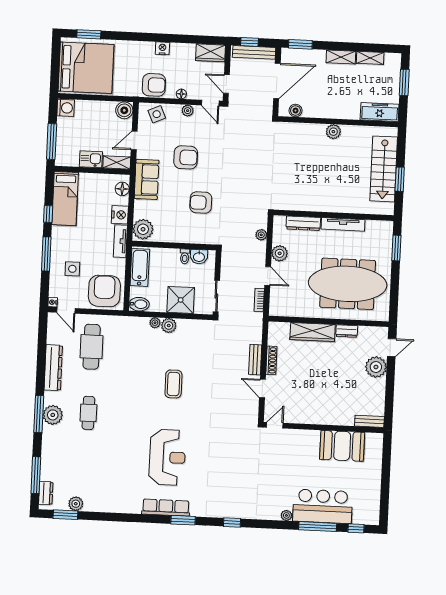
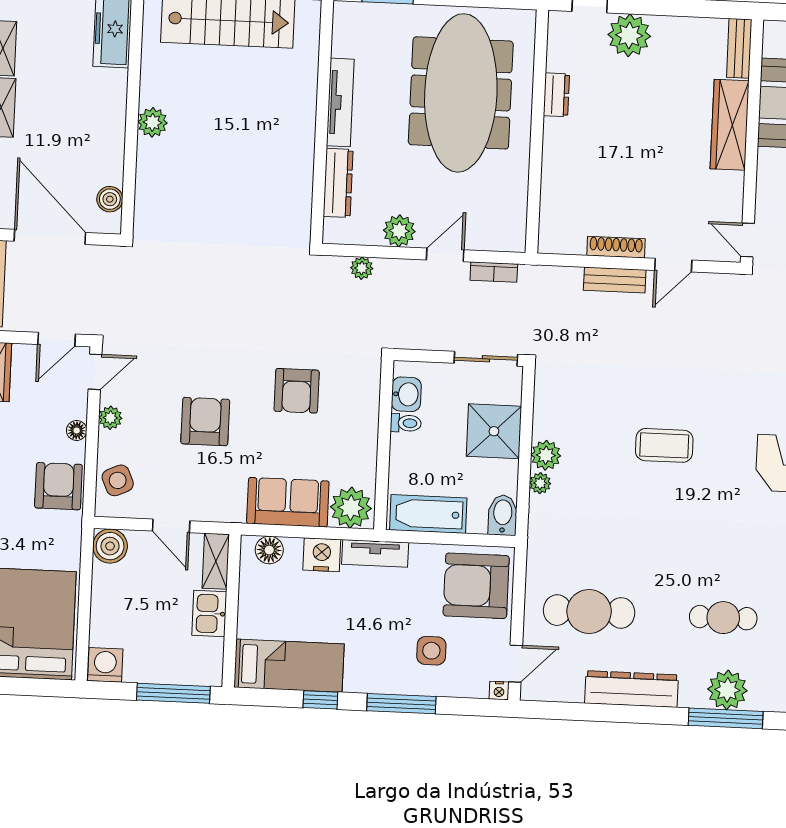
sofa: (147, 179) -> (288, 502), moved
wardrobe: (313, 332) -> (730, 125), moved, turned 180

